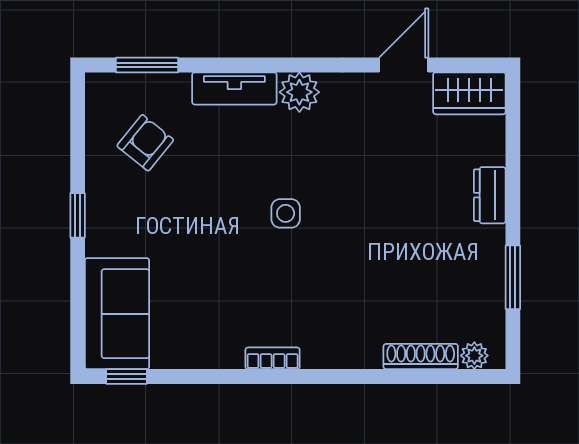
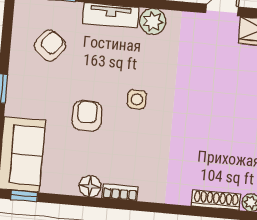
armchair: (212, 245) -> (87, 116), added
floor lamp: (226, 353) -> (90, 186), added

